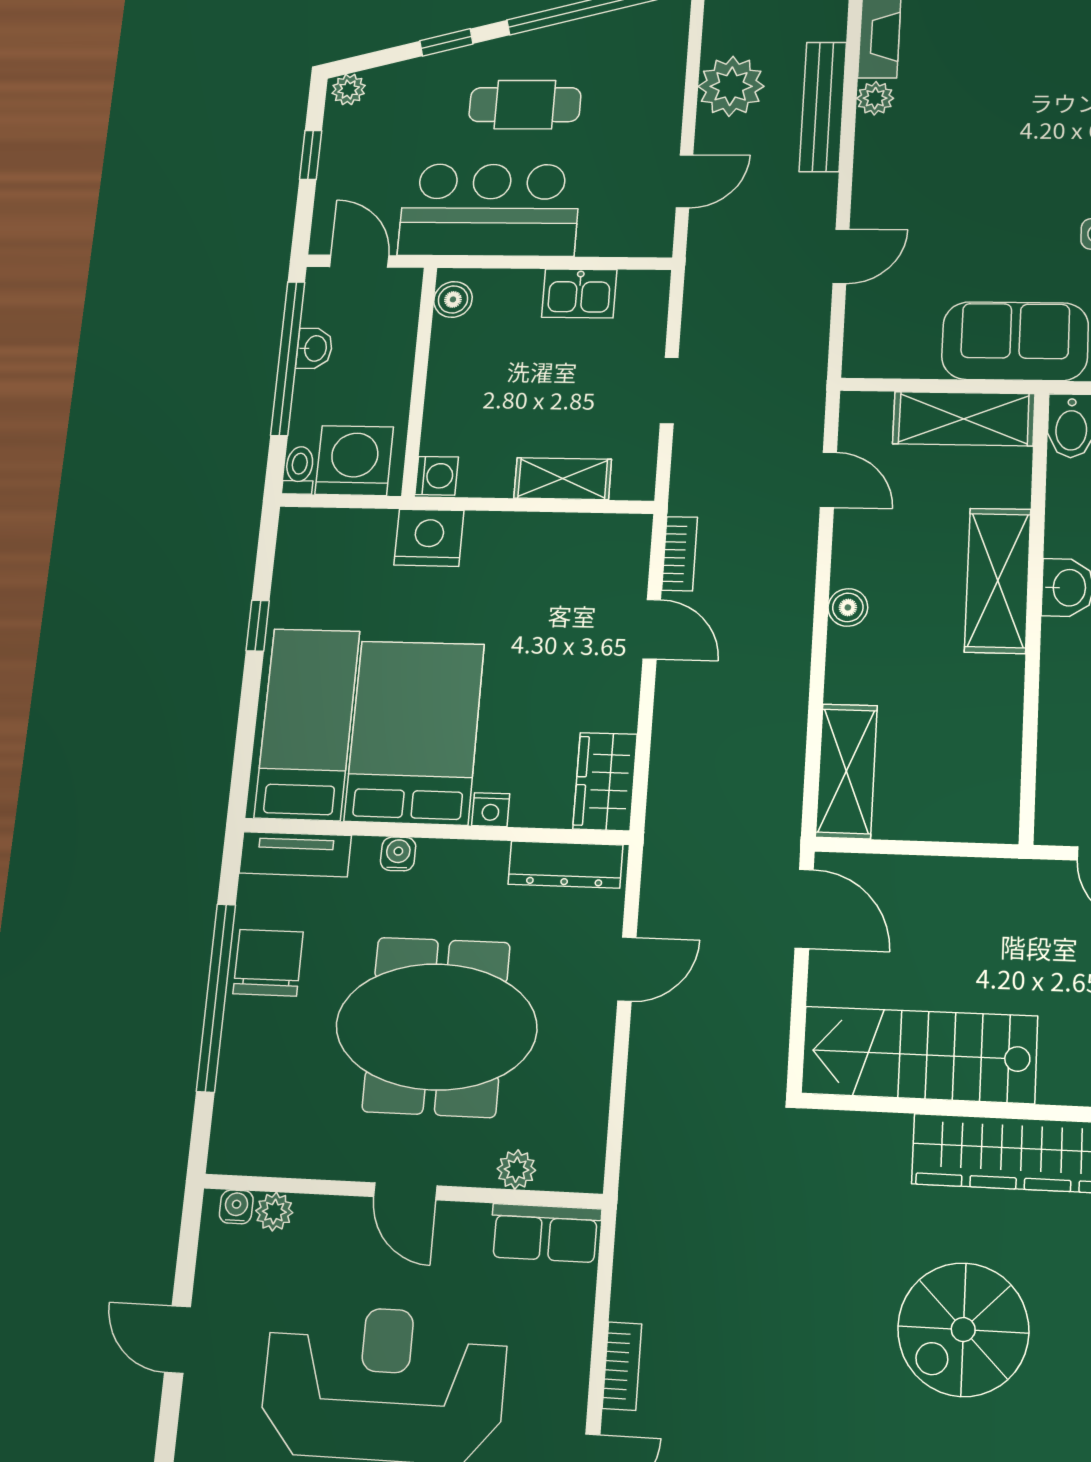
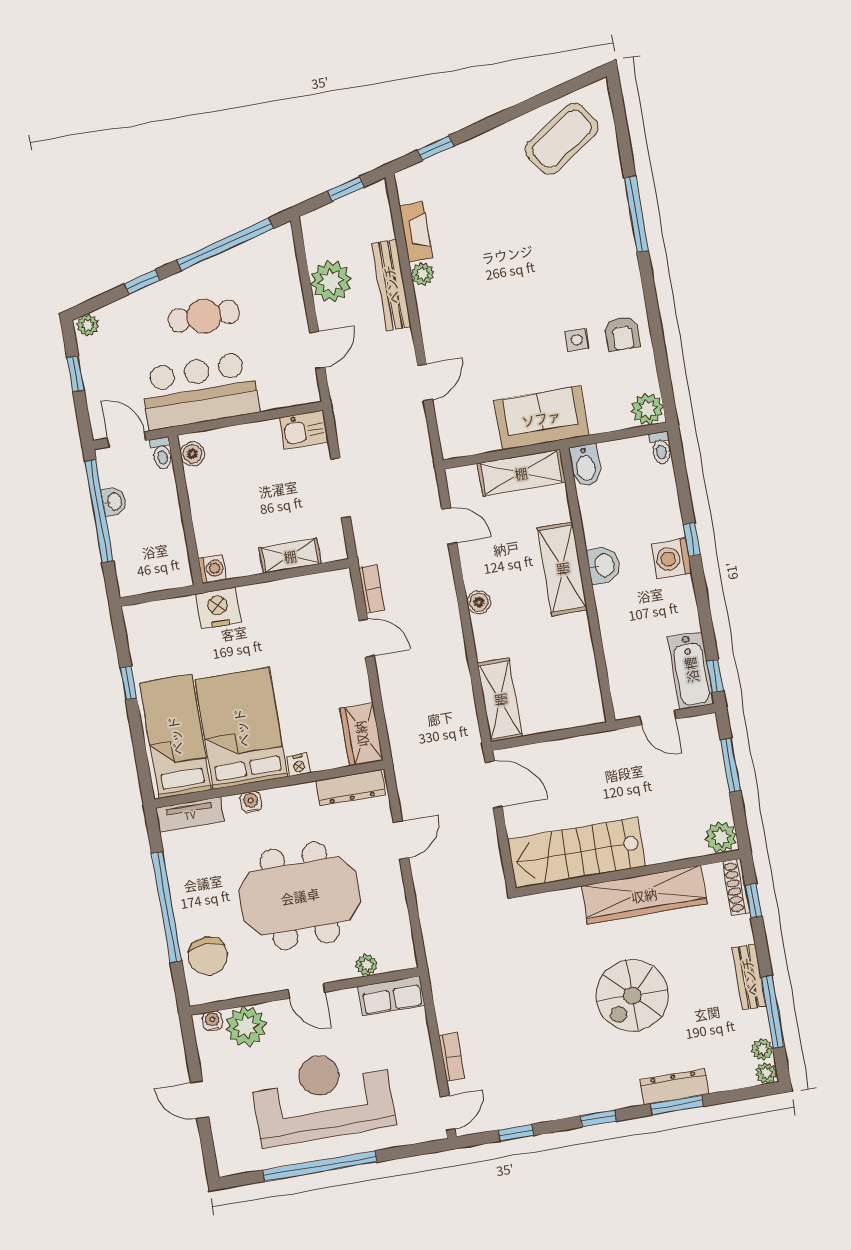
kitchen sink: (579, 293) -> (304, 430), moved
doorway: (669, 390) -> (341, 488), width x1.38
washing machine: (354, 461) -> (159, 569), removed
toilet: (299, 470) -> (162, 453), moved, turned 180
chair: (268, 963) -> (208, 956), moved, turned 180
plant: (274, 1212) -> (246, 1026), width x1.87, depth x1.87

